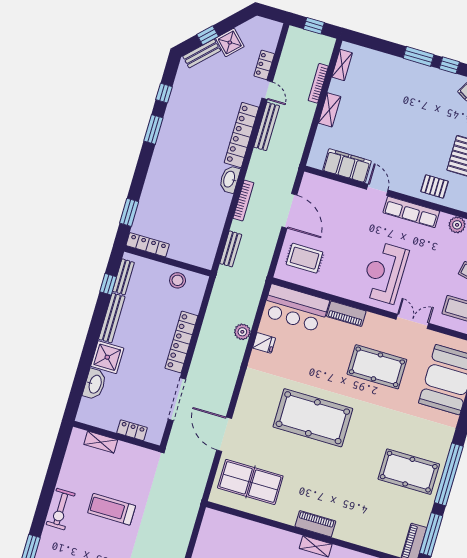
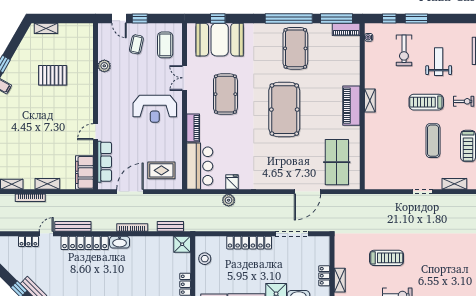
shower: (230, 42) -> (182, 244), moved, turned 45
filing cabinet: (347, 166) -> (84, 172), moved
pallet: (434, 186) -> (81, 91), removed
row of seats: (411, 212) -> (105, 162), moved
rug: (305, 258) -> (161, 170), turned 90
pool table: (313, 418) -> (284, 110), moved
locker: (132, 430) -> (324, 276), moved
treadmill: (112, 509) -> (386, 258), turned -90
piano: (315, 524) -> (351, 106), width x1.37, depth x1.33

